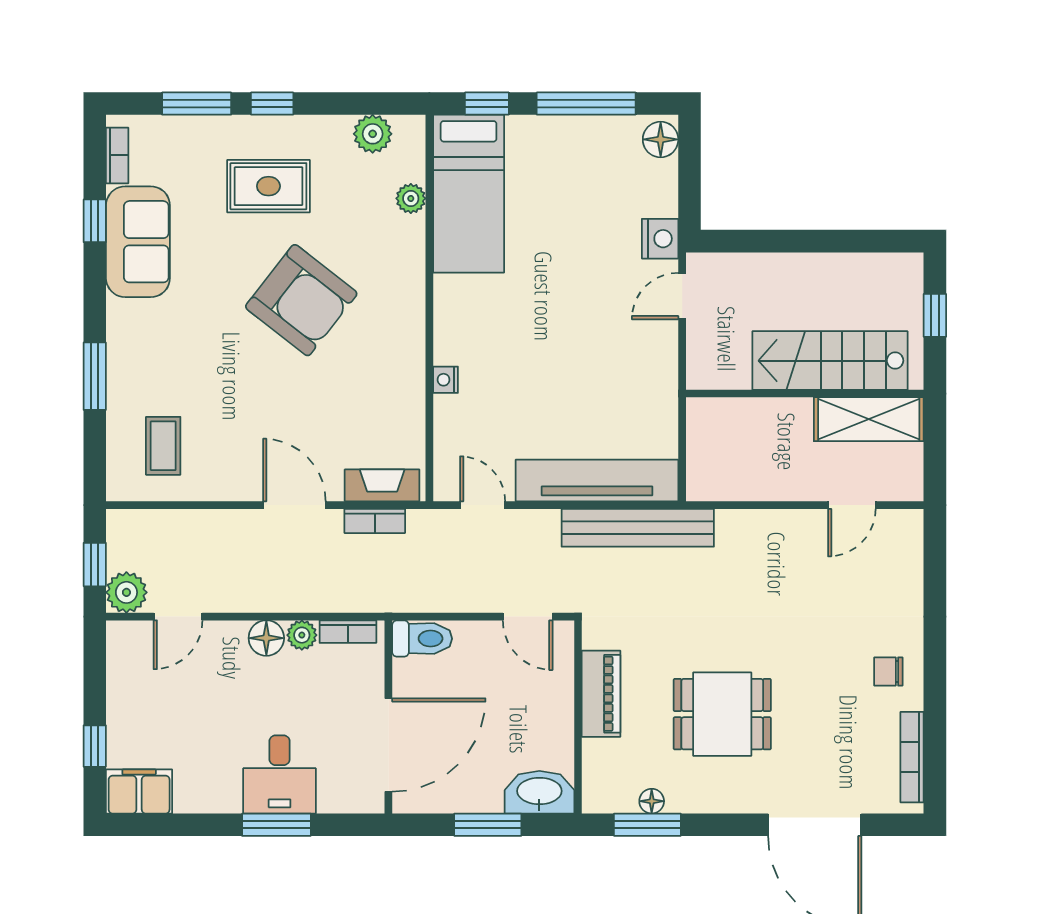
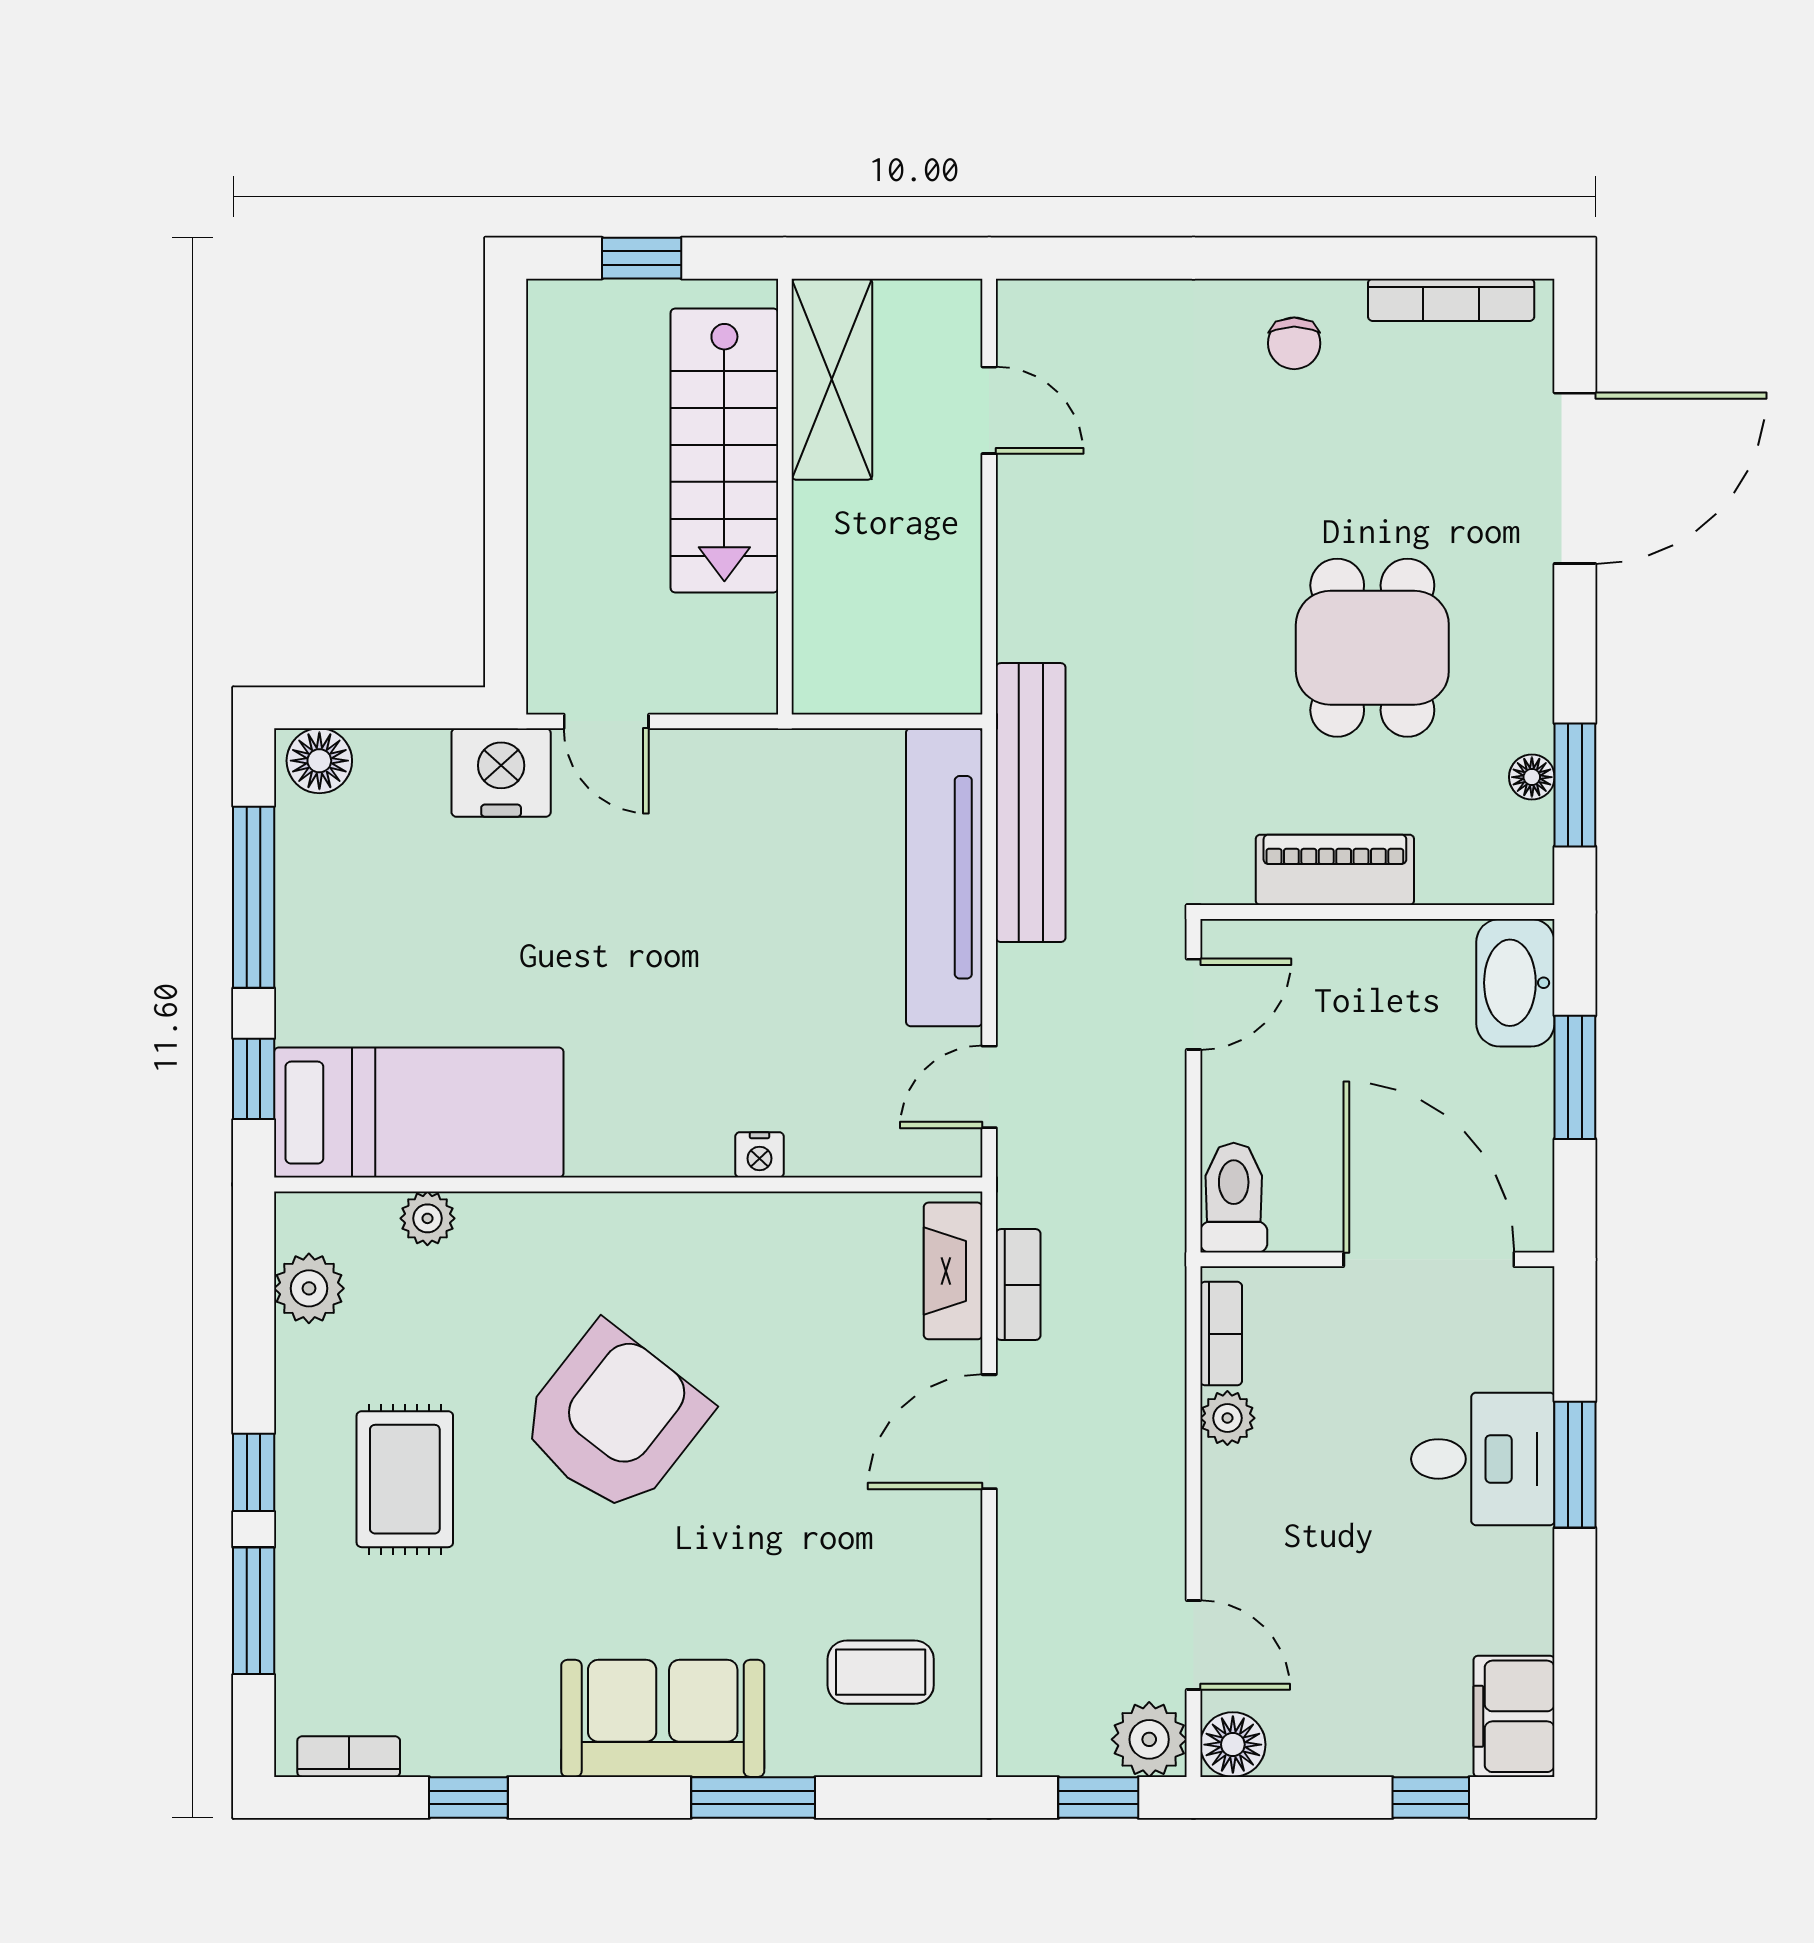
nightstand: (660, 239) -> (501, 772), width x1.36, depth x1.33
sofa: (138, 242) -> (663, 1718), moved
floor lamp: (266, 638) -> (1233, 1745), moved

